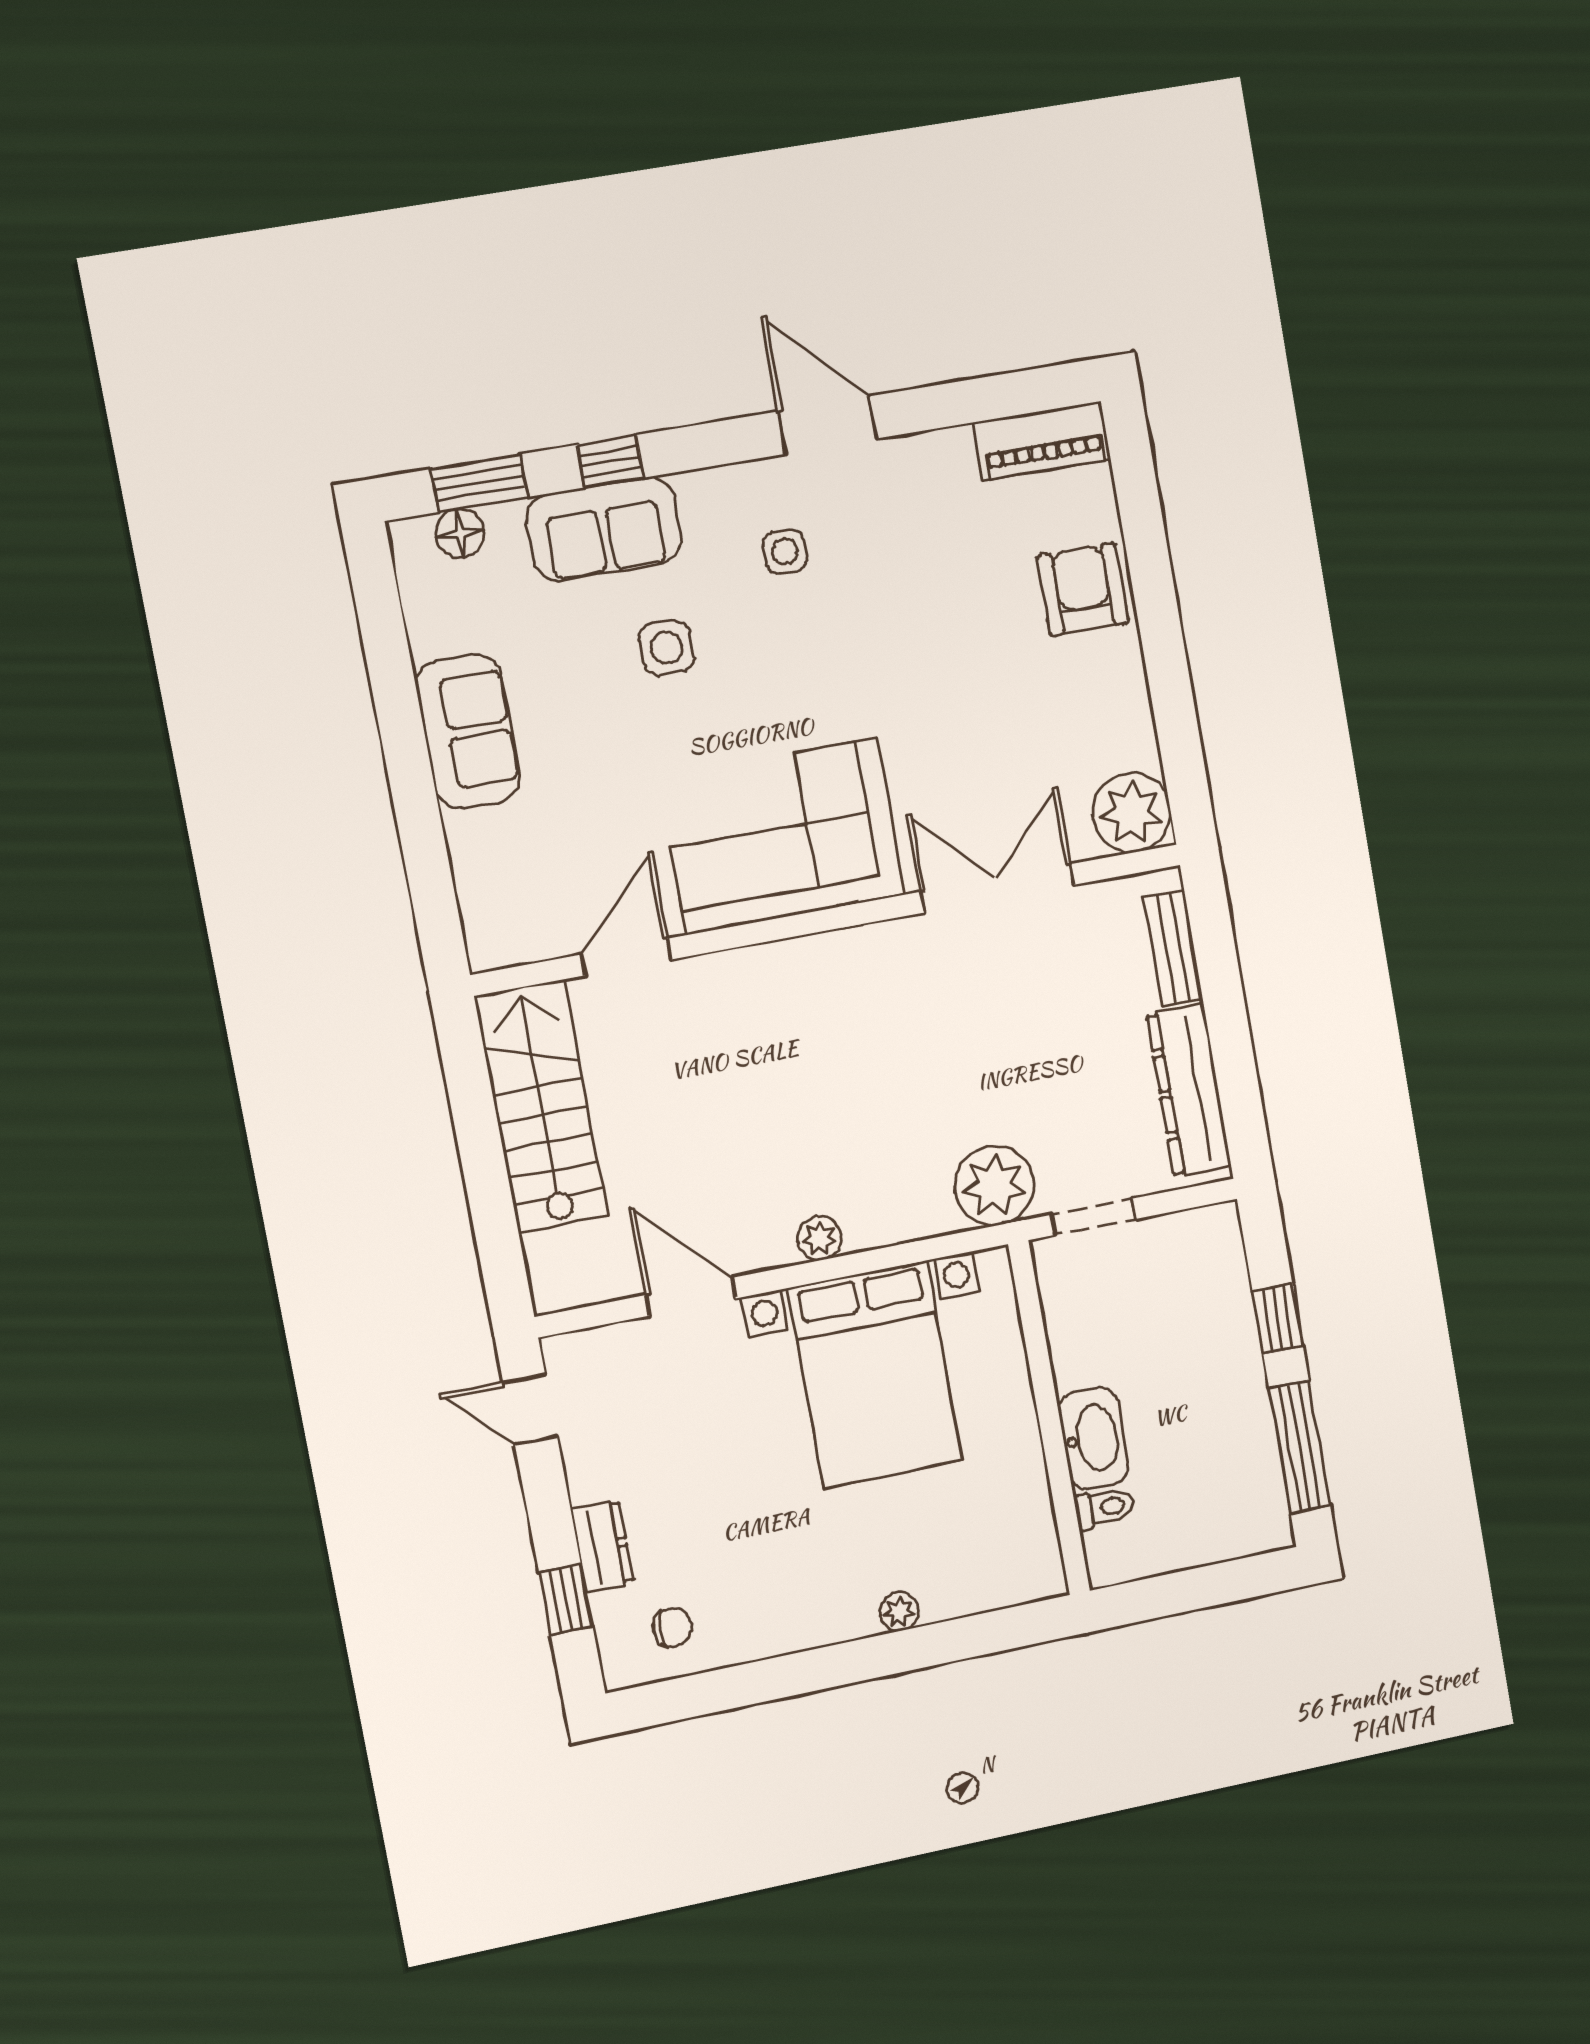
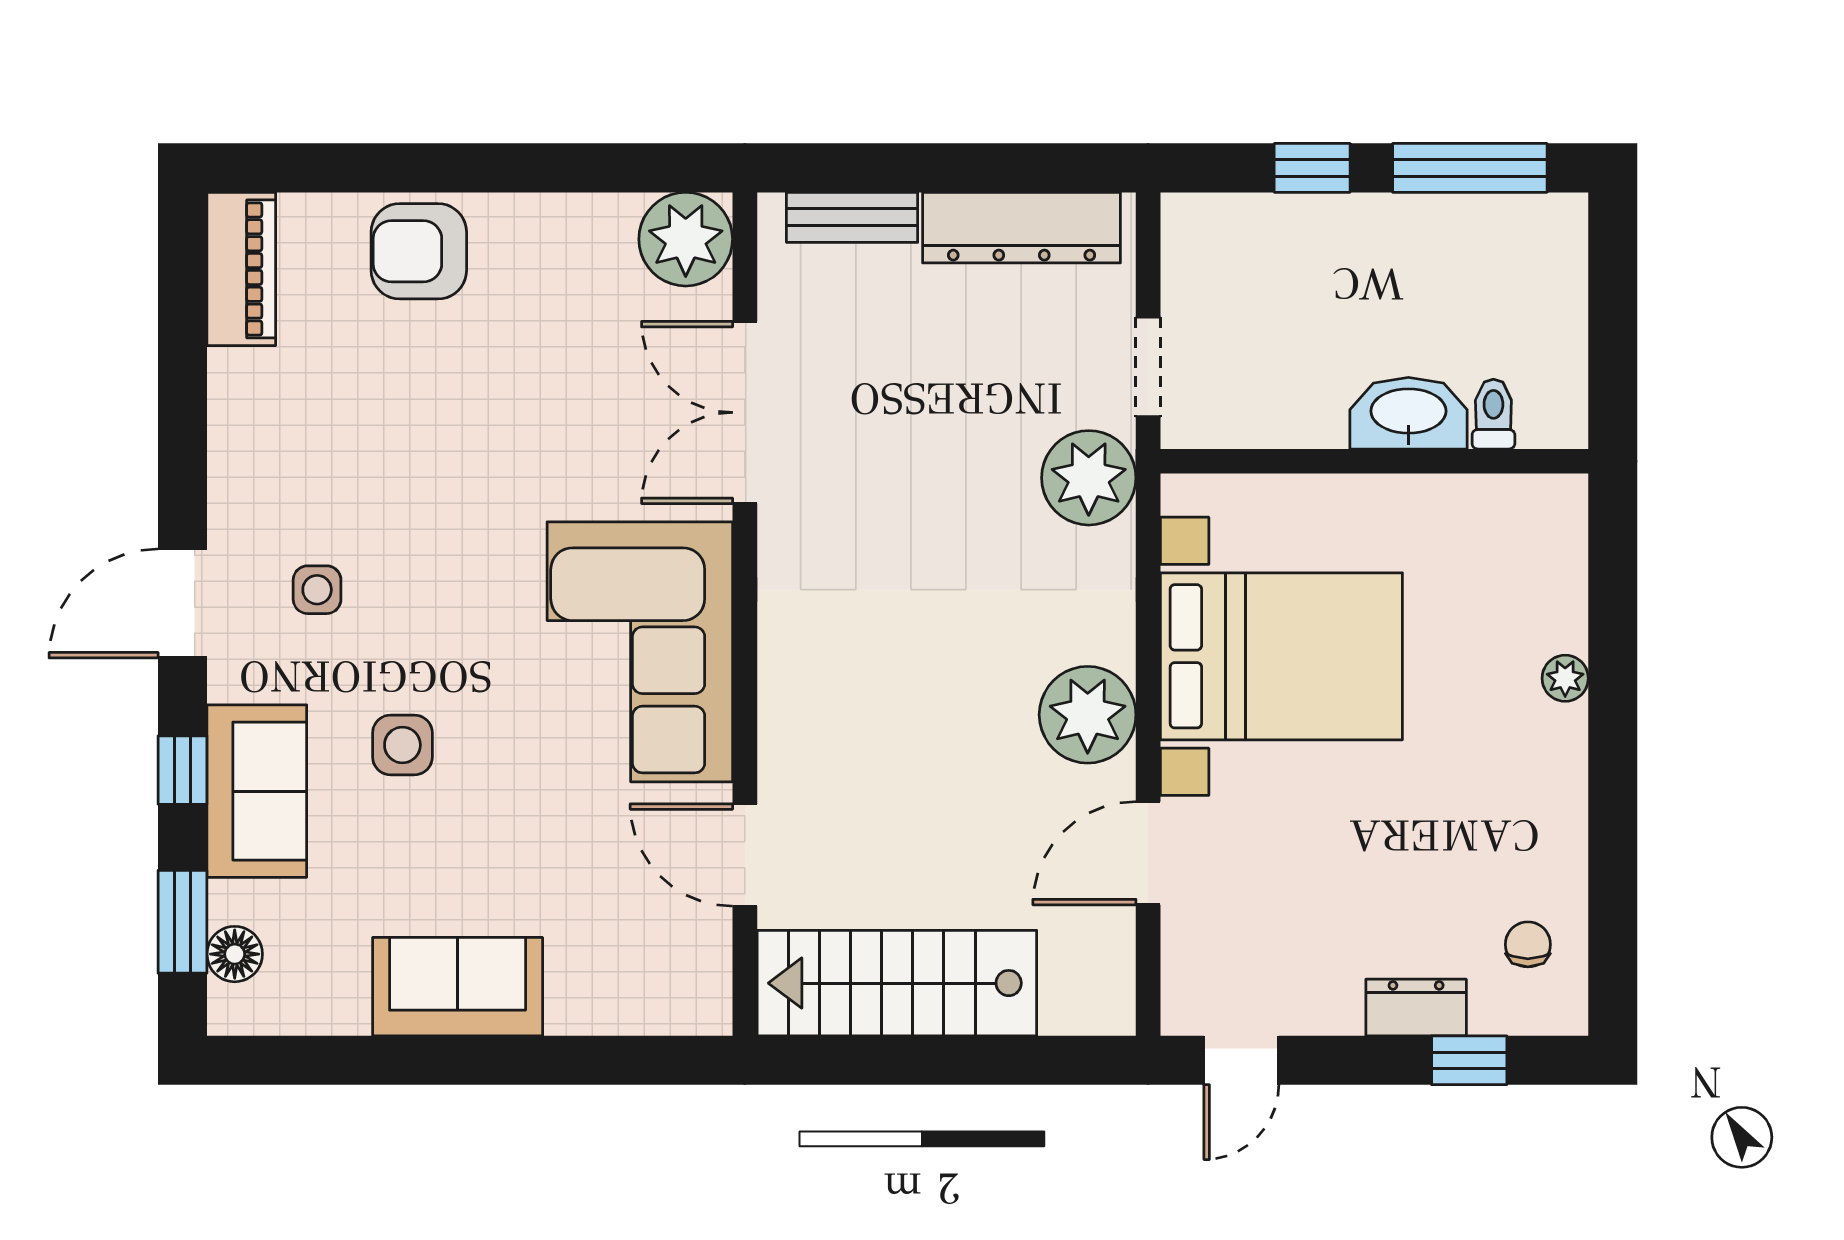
door: (827, 425) -> (182, 603), moved
plant: (820, 1238) -> (1088, 715), width x1.88, depth x1.88

